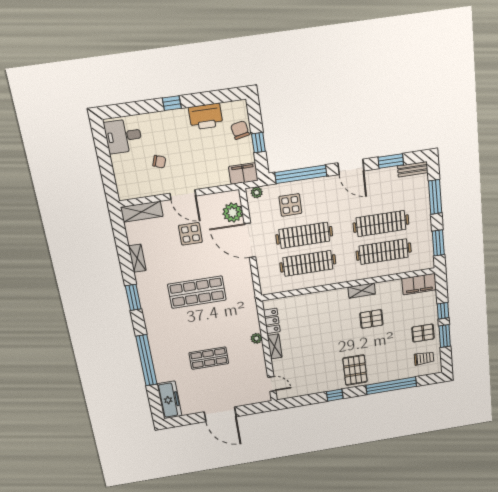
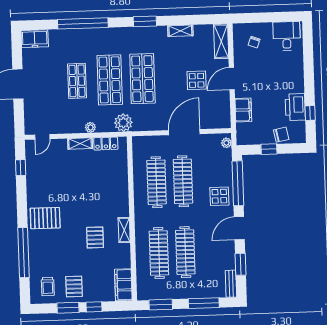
window: (172, 103) -> (310, 113), moved
chair: (159, 162) -> (254, 42), moved
filing cabinet: (243, 174) -> (243, 110), moved
display table: (290, 205) -> (219, 196), moved
plant: (233, 213) -> (123, 123), moved
shop shelf: (203, 326) -> (110, 80), added
window: (335, 395) -> (21, 168), moved
freezer: (169, 400) -> (35, 39), width x0.71

